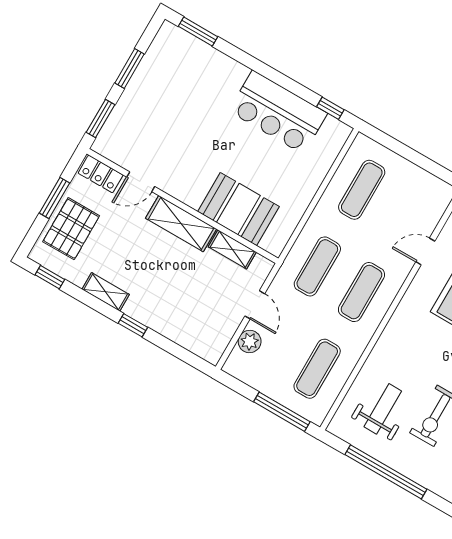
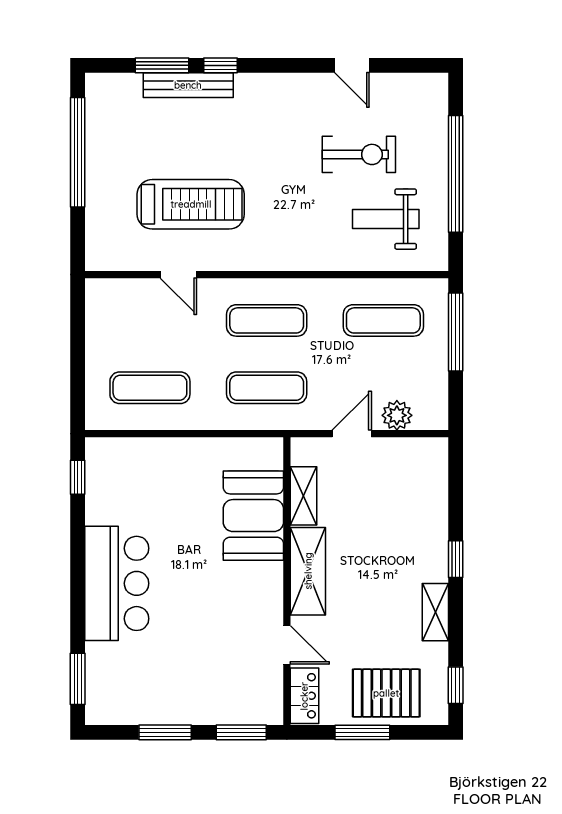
bar counter: (278, 112) -> (117, 583), moved

